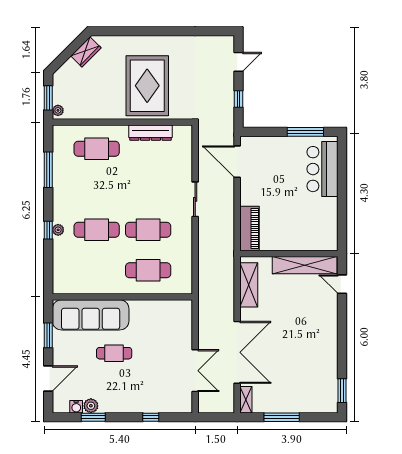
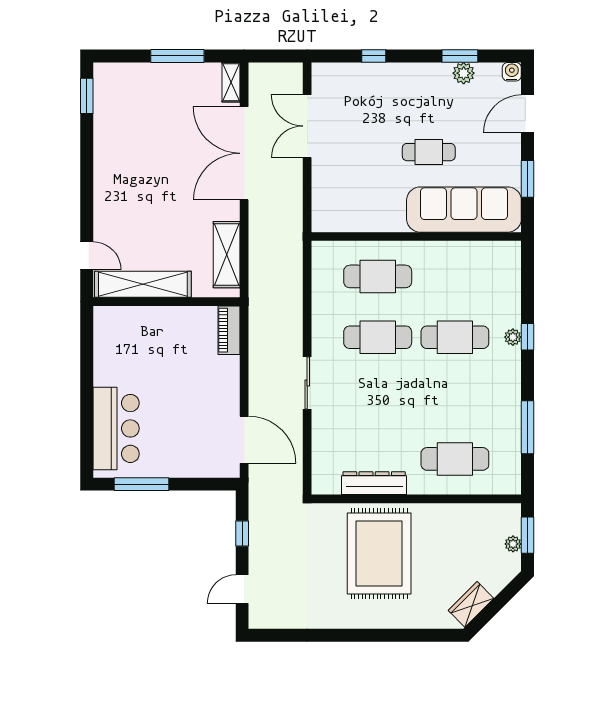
plant: (58, 110) -> (513, 544), moved
piano: (250, 229) -> (229, 330), width x0.73, depth x0.75
water cooler: (76, 407) -> (512, 72), moved

